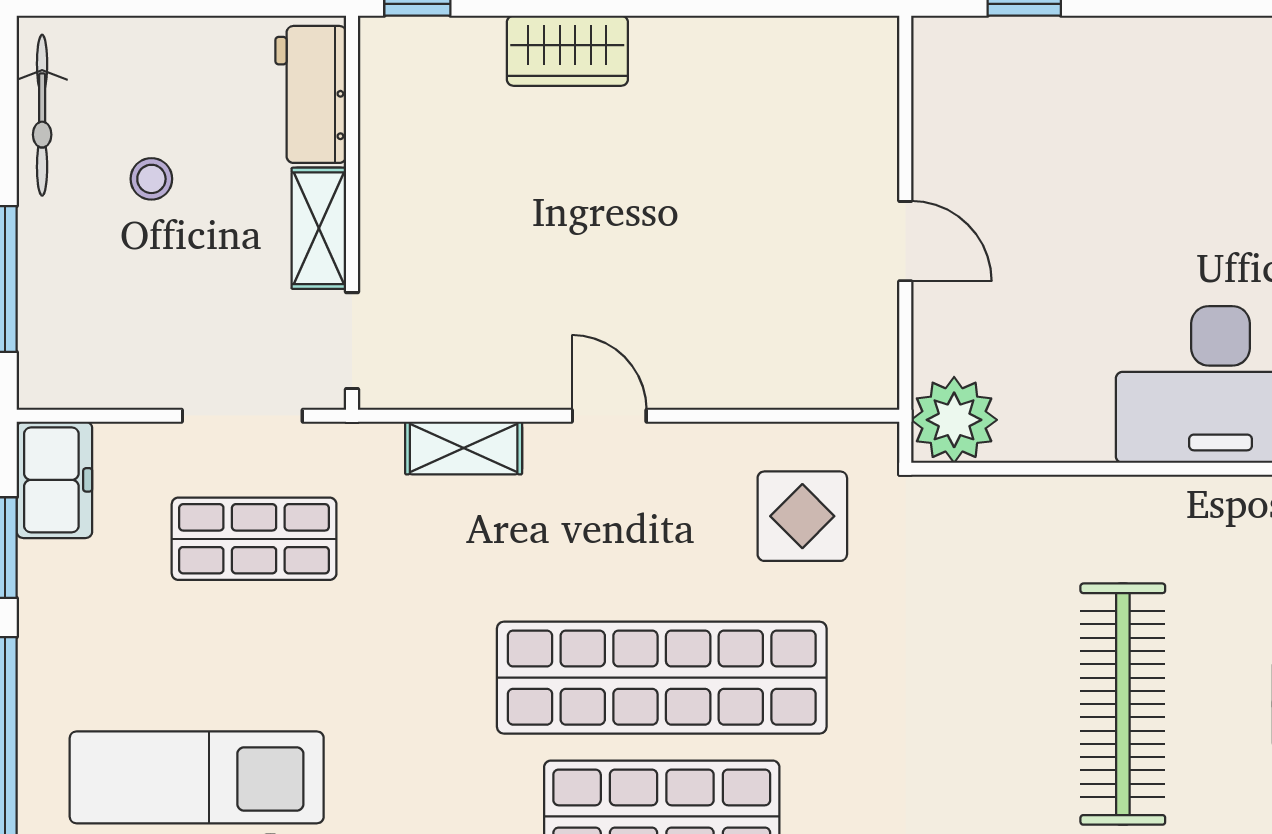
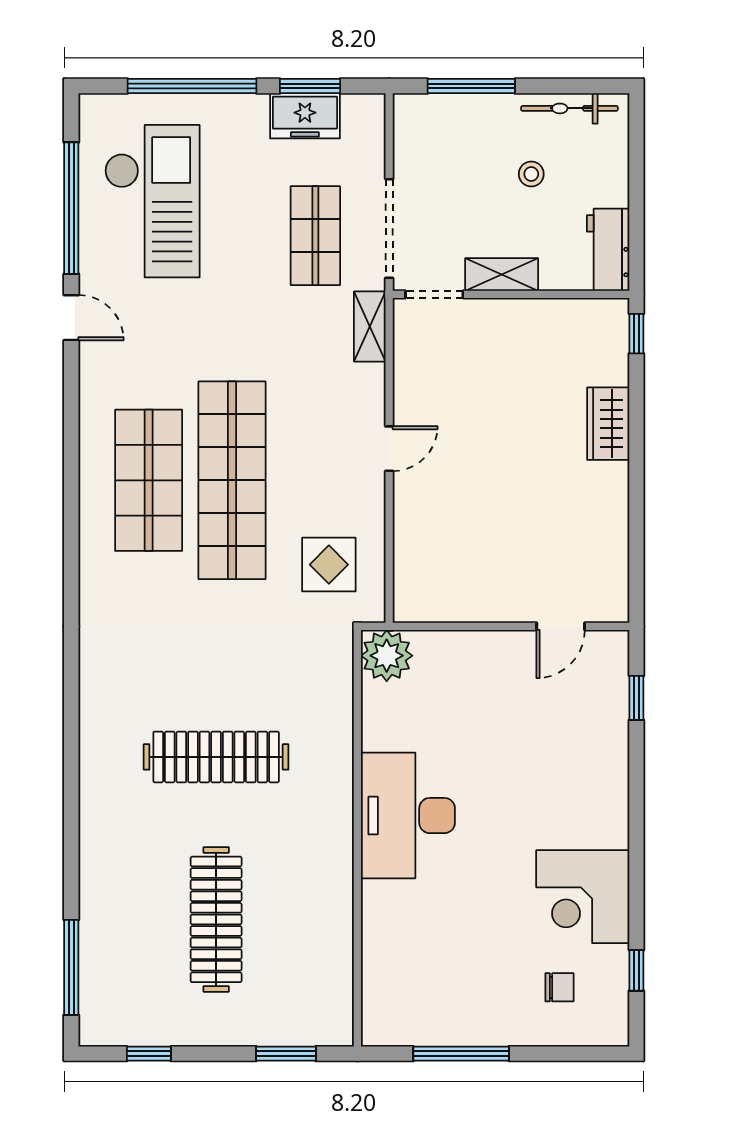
workbench: (311, 94) -> (608, 250), moved, turned -90
door: (905, 241) -> (561, 626), moved
doorway: (242, 416) -> (389, 229), width x1.36
shelving: (464, 448) -> (370, 327), moved
freezer: (54, 480) -> (305, 116), moved

